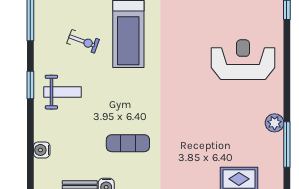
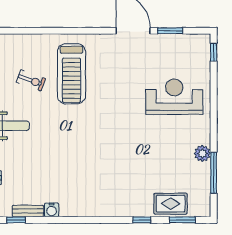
exercise mat: (128, 143) -> (71, 172), removed

